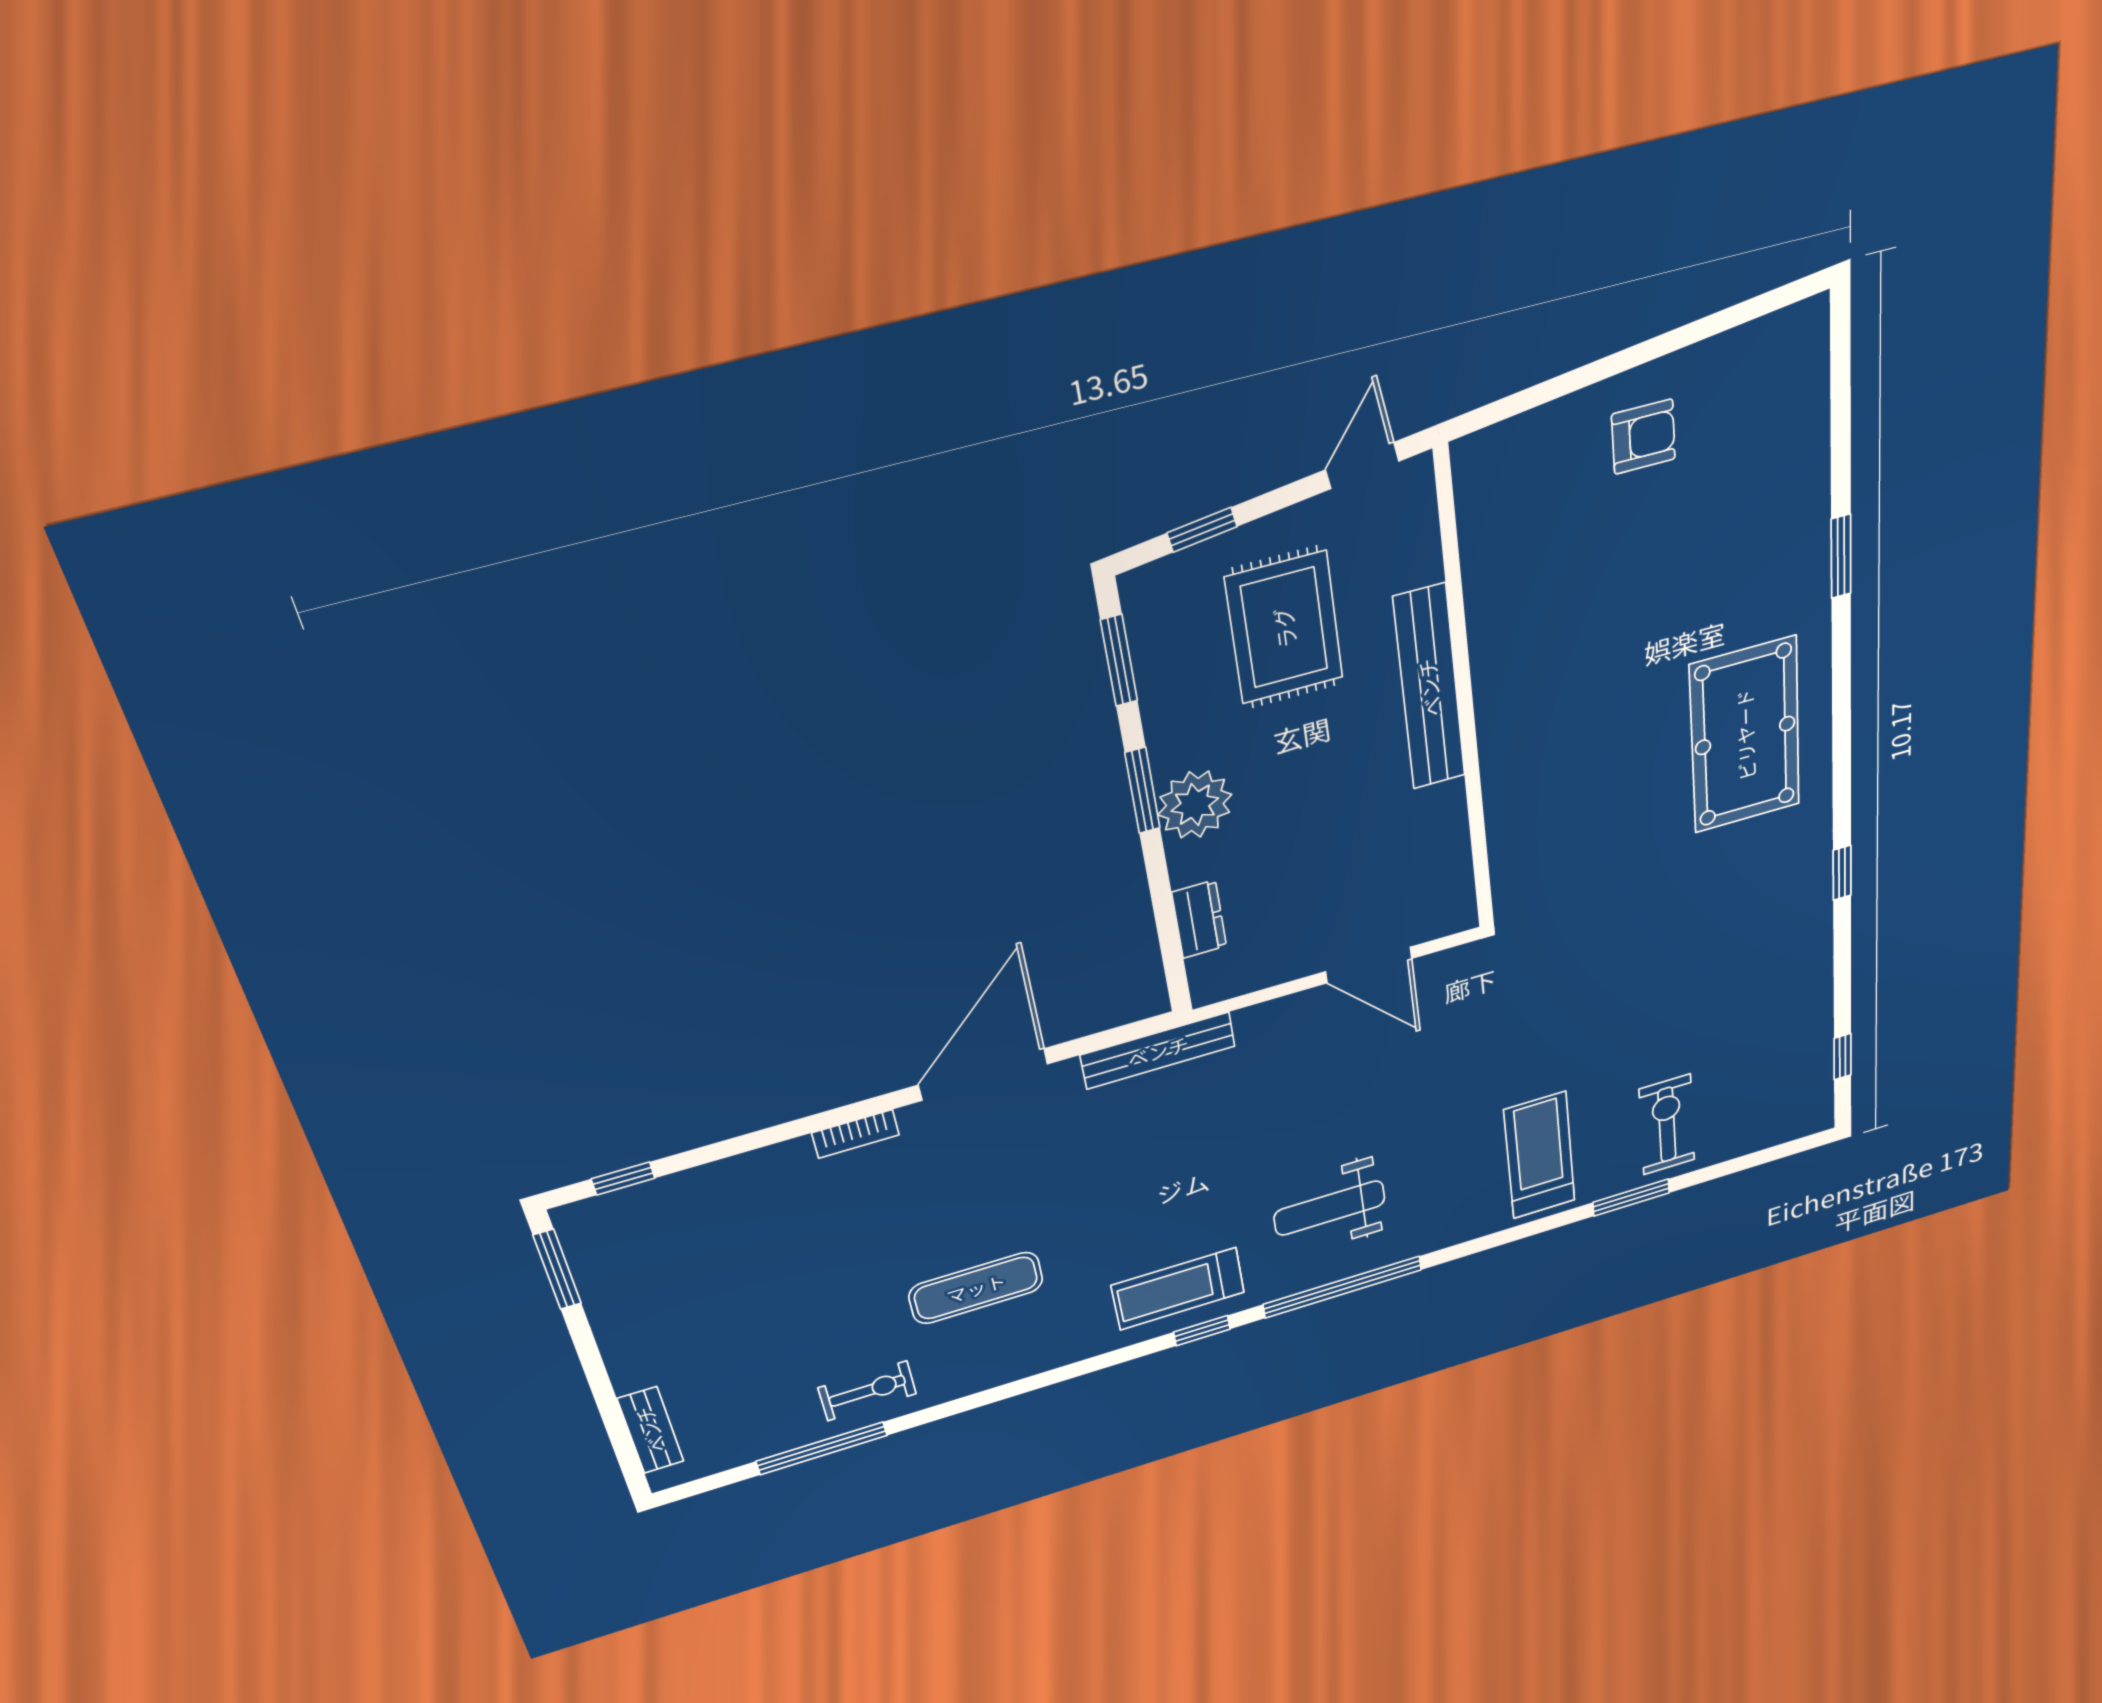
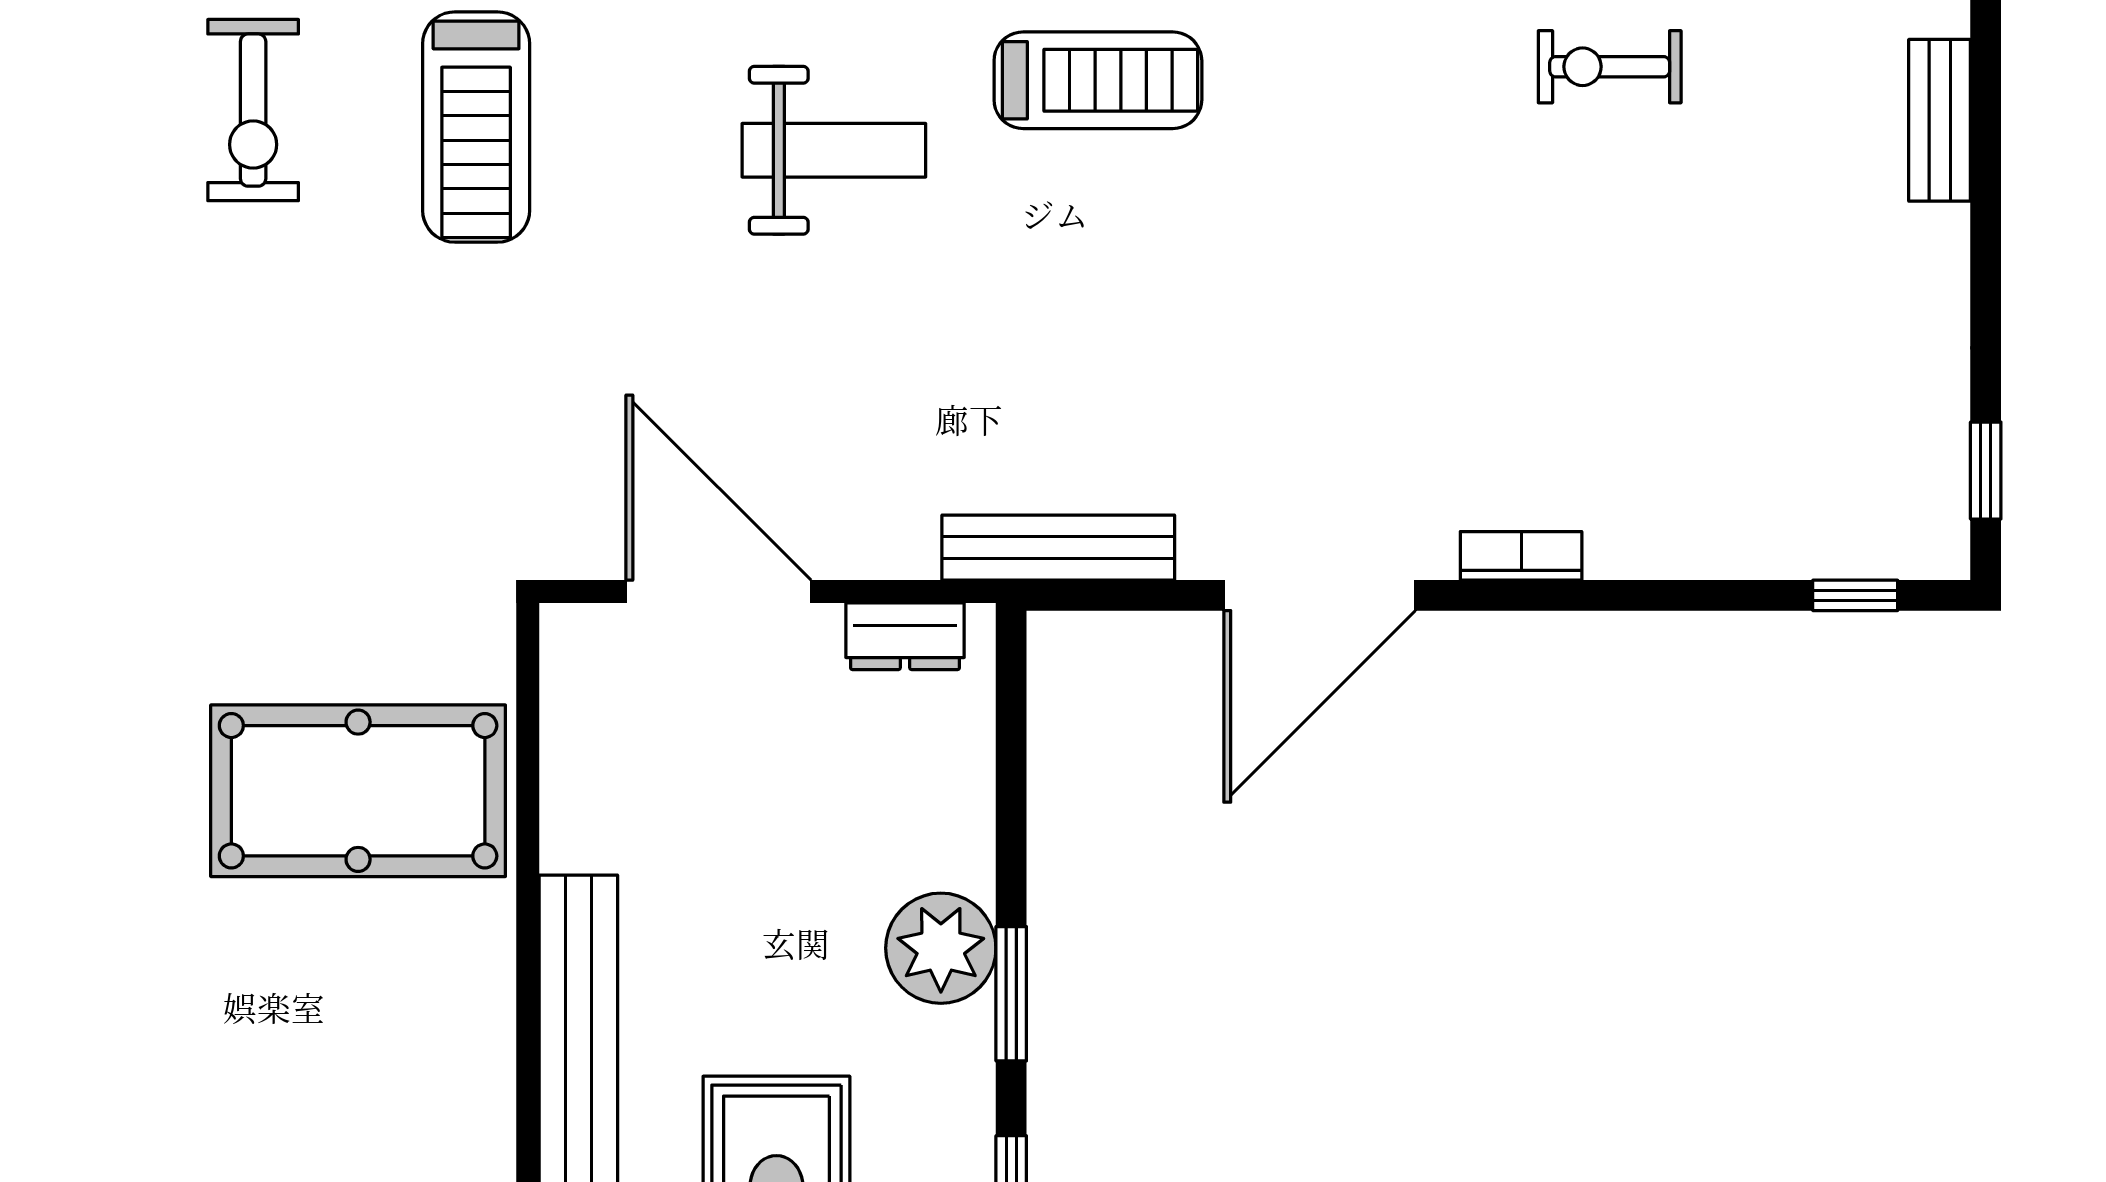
pool table: (1745, 735) -> (358, 791), moved, turned 90
dresser: (1199, 919) -> (905, 636), moved, turned -90
door: (1369, 965) -> (718, 592), width x1.36
window: (557, 1269) -> (1986, 471), width x0.67
exercise mat: (976, 1288) -> (1407, 205), removed

